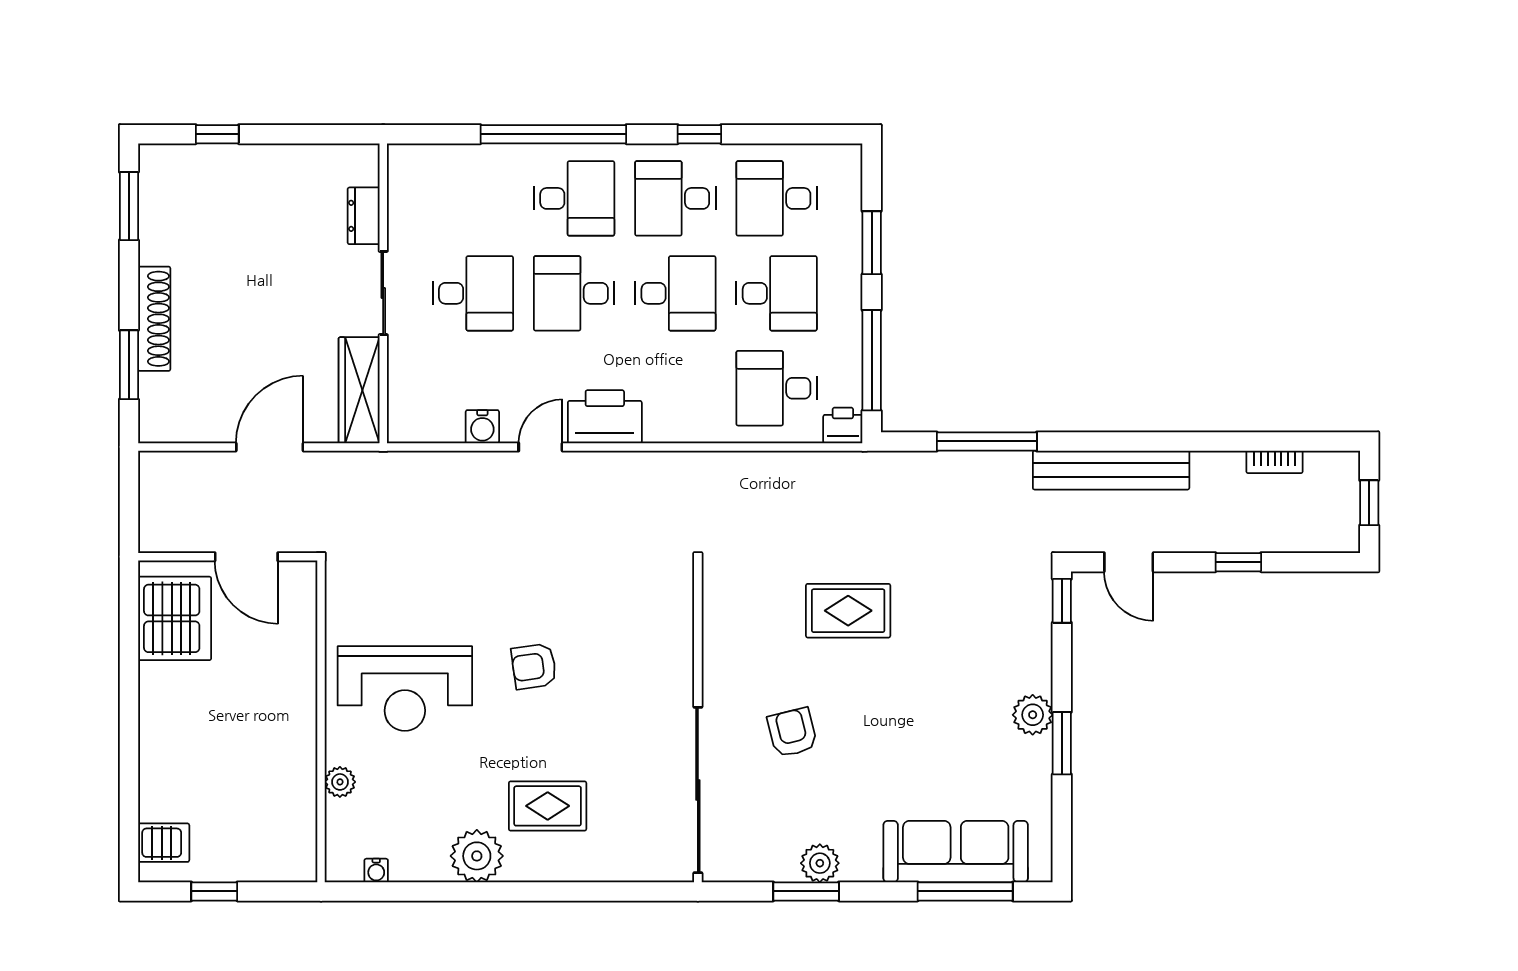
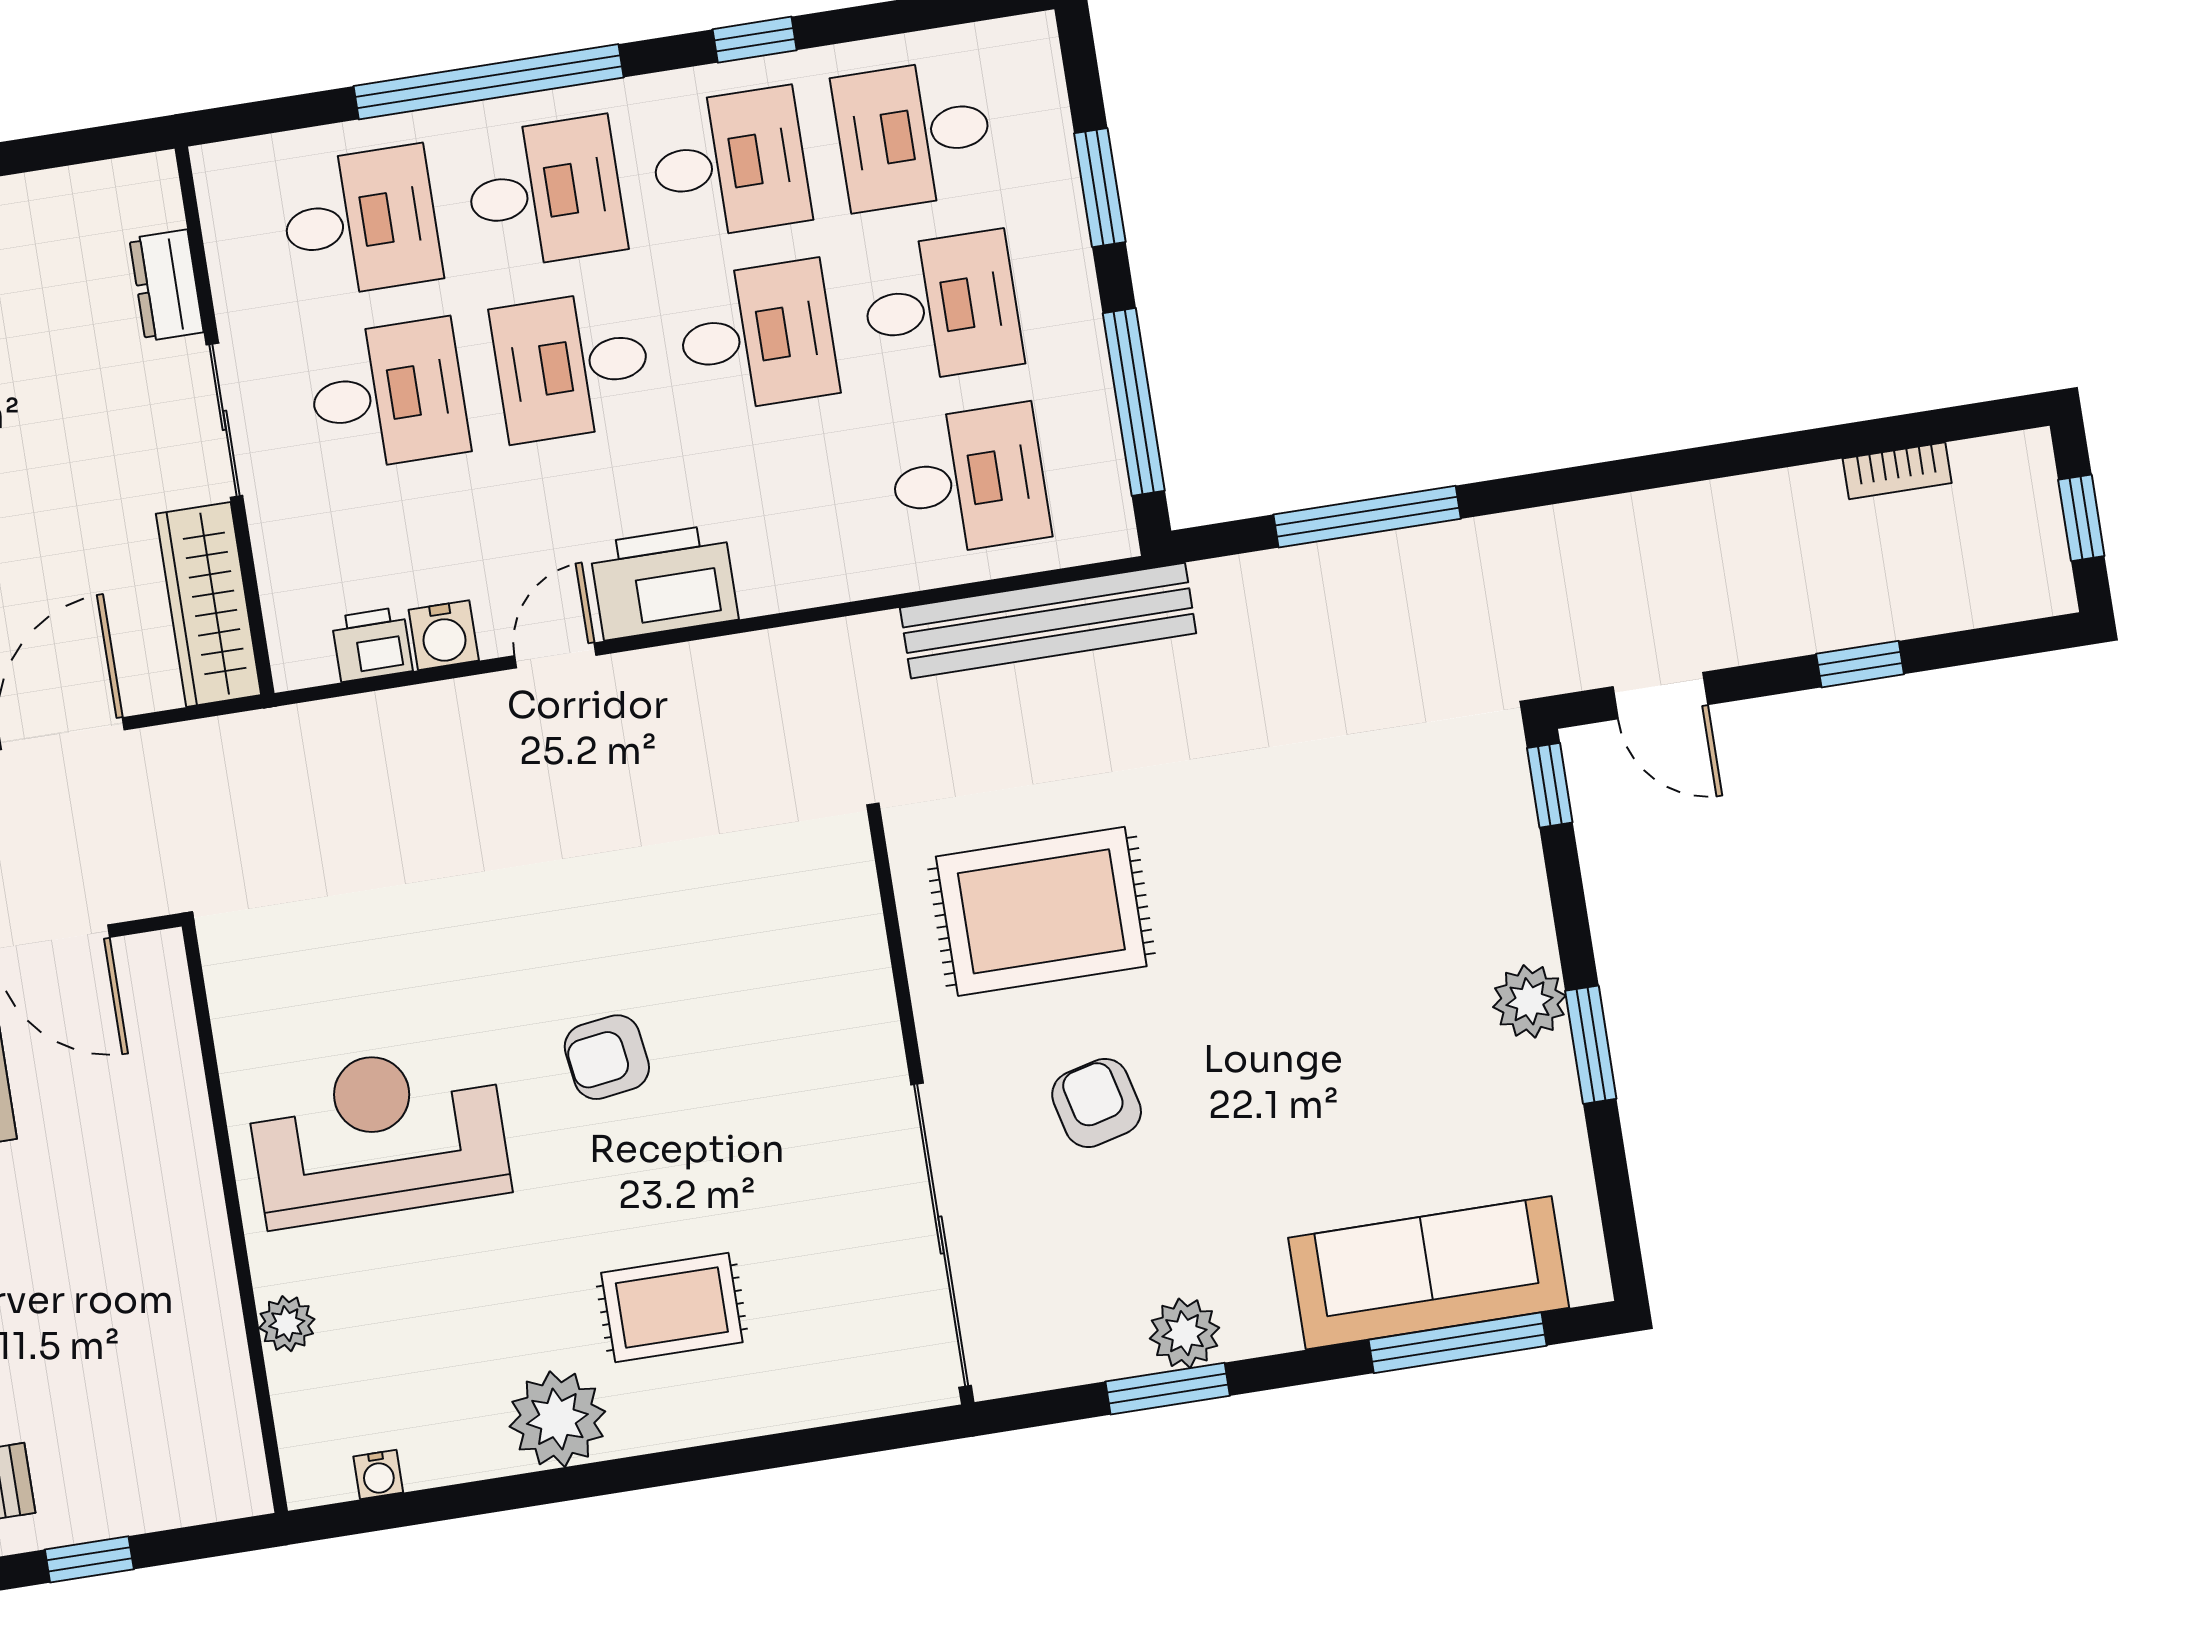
desk: (473, 198) -> (360, 222), added
desk: (675, 198) -> (729, 164), turned 180
desk: (777, 388) -> (969, 480), turned 180
printer: (843, 425) -> (372, 644), moved
bench: (1111, 470) -> (1048, 621), moved
rug: (848, 611) -> (1041, 911), moved, width x1.36, depth x1.43
reception desk: (405, 689) -> (378, 1135), turned 180

